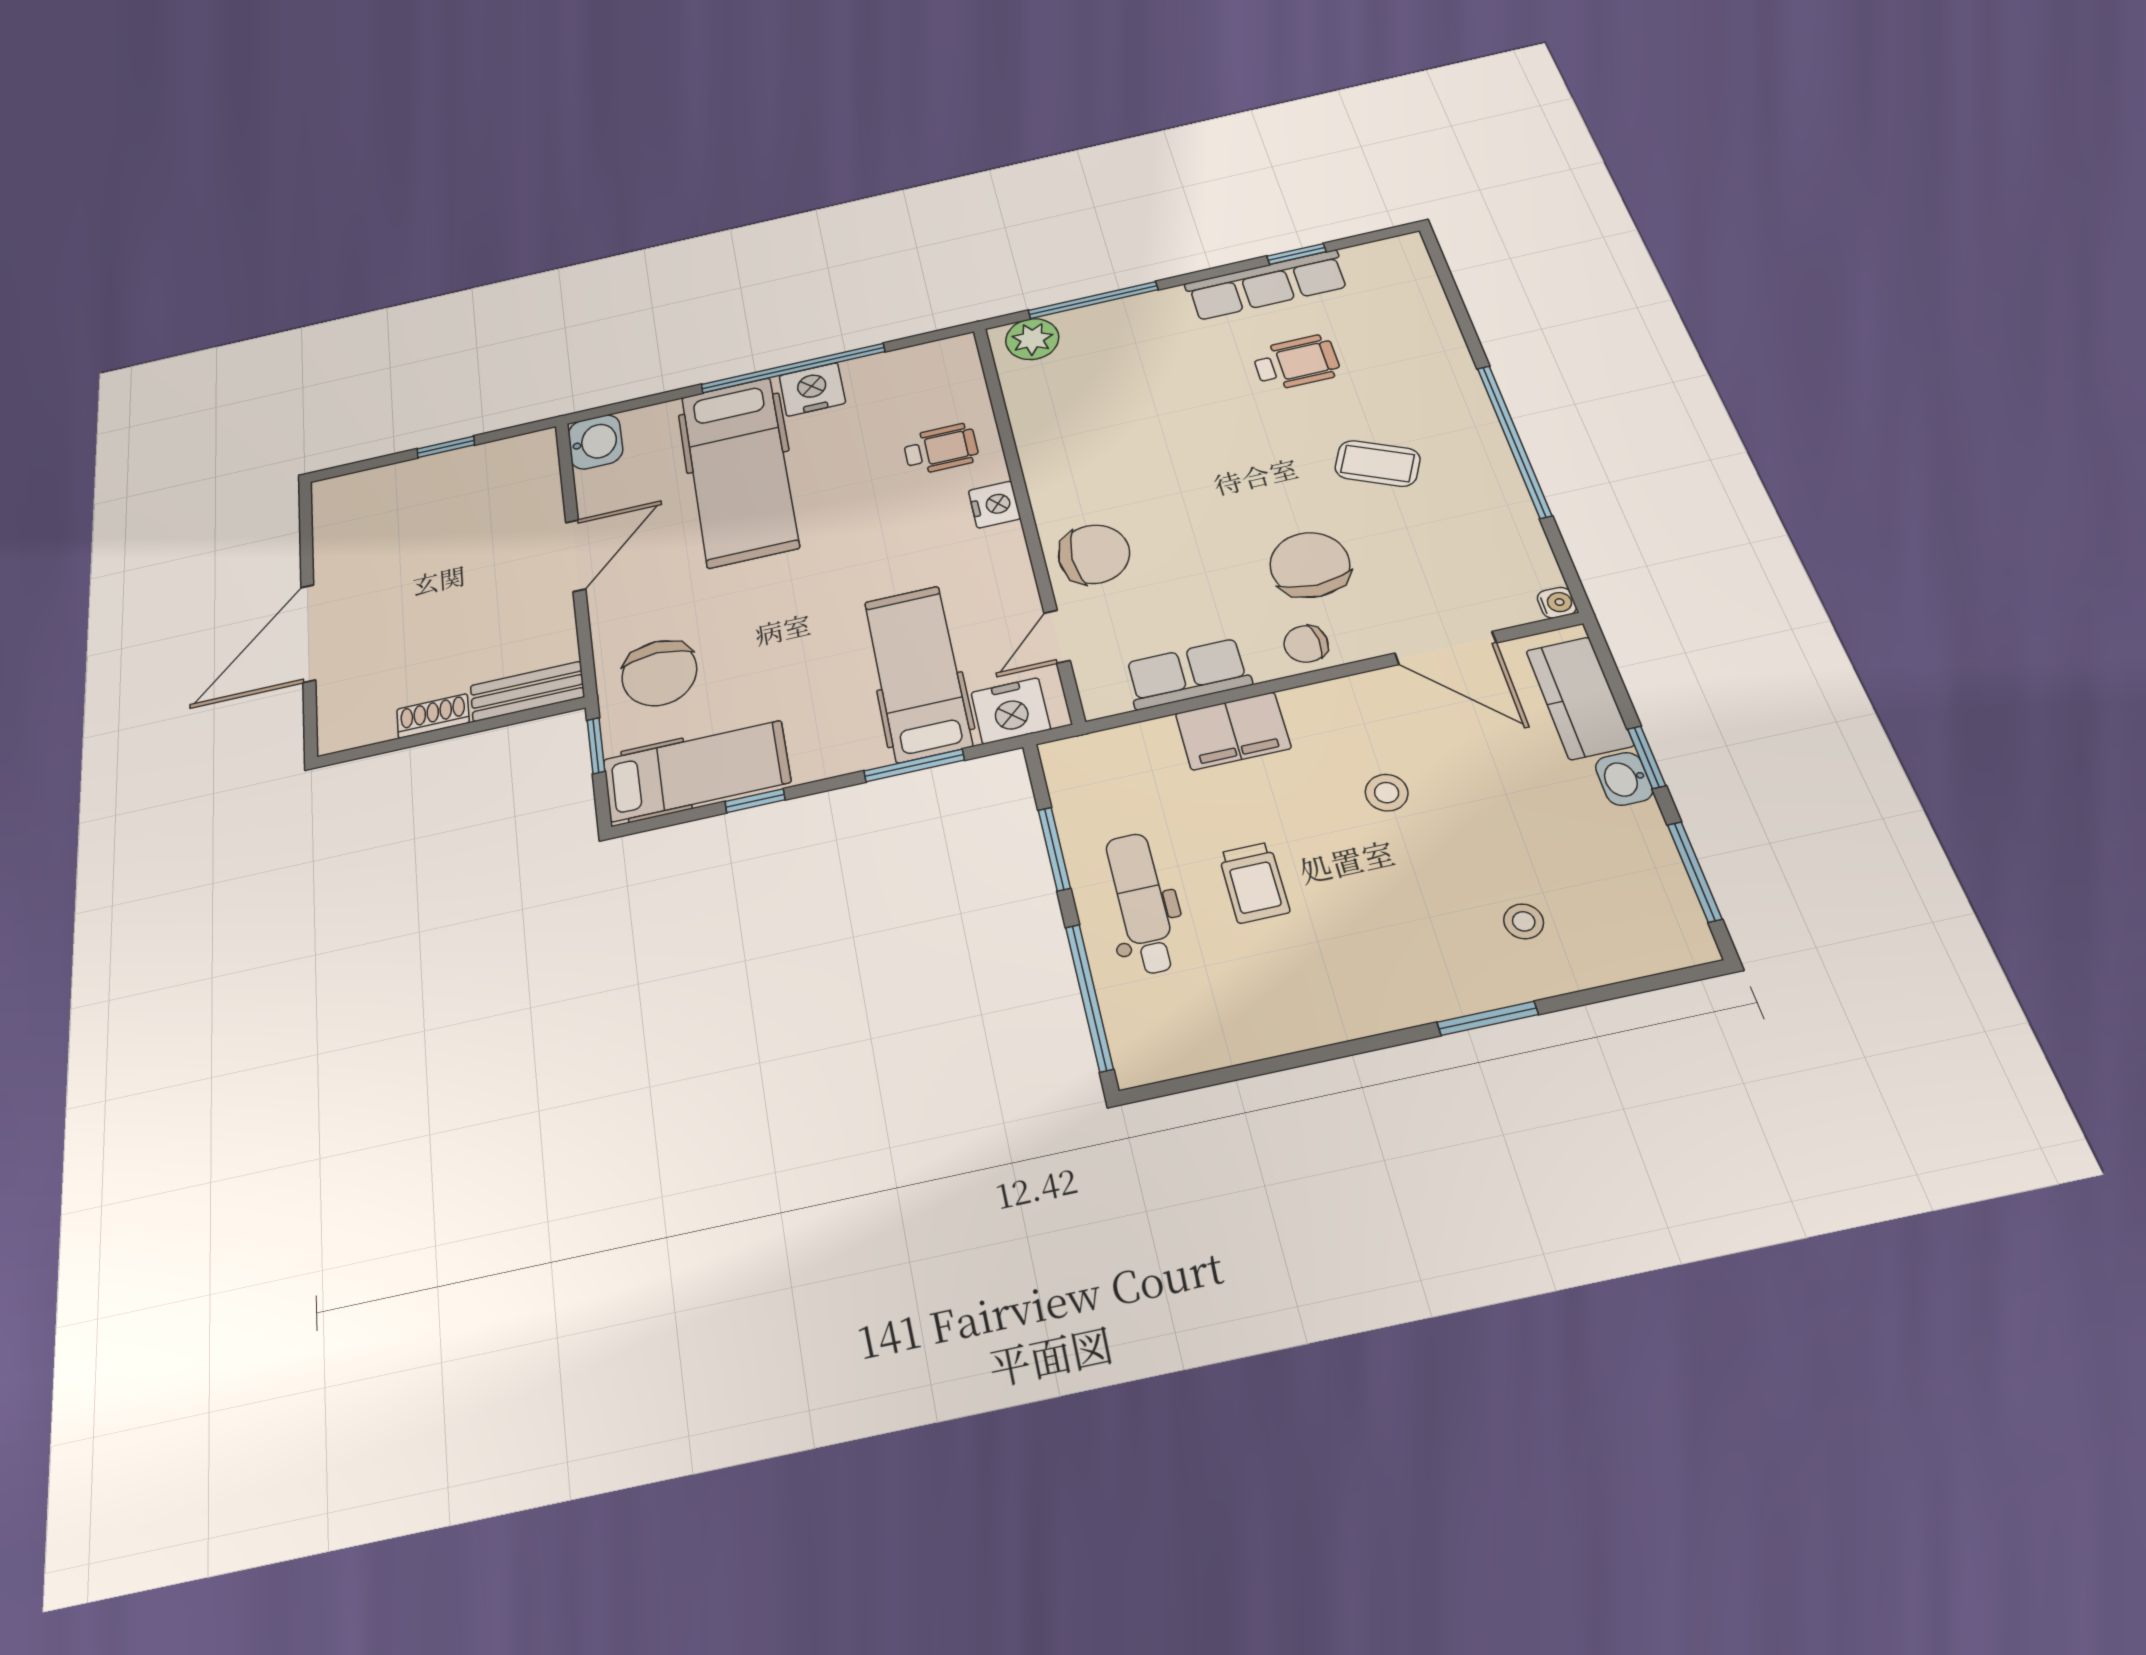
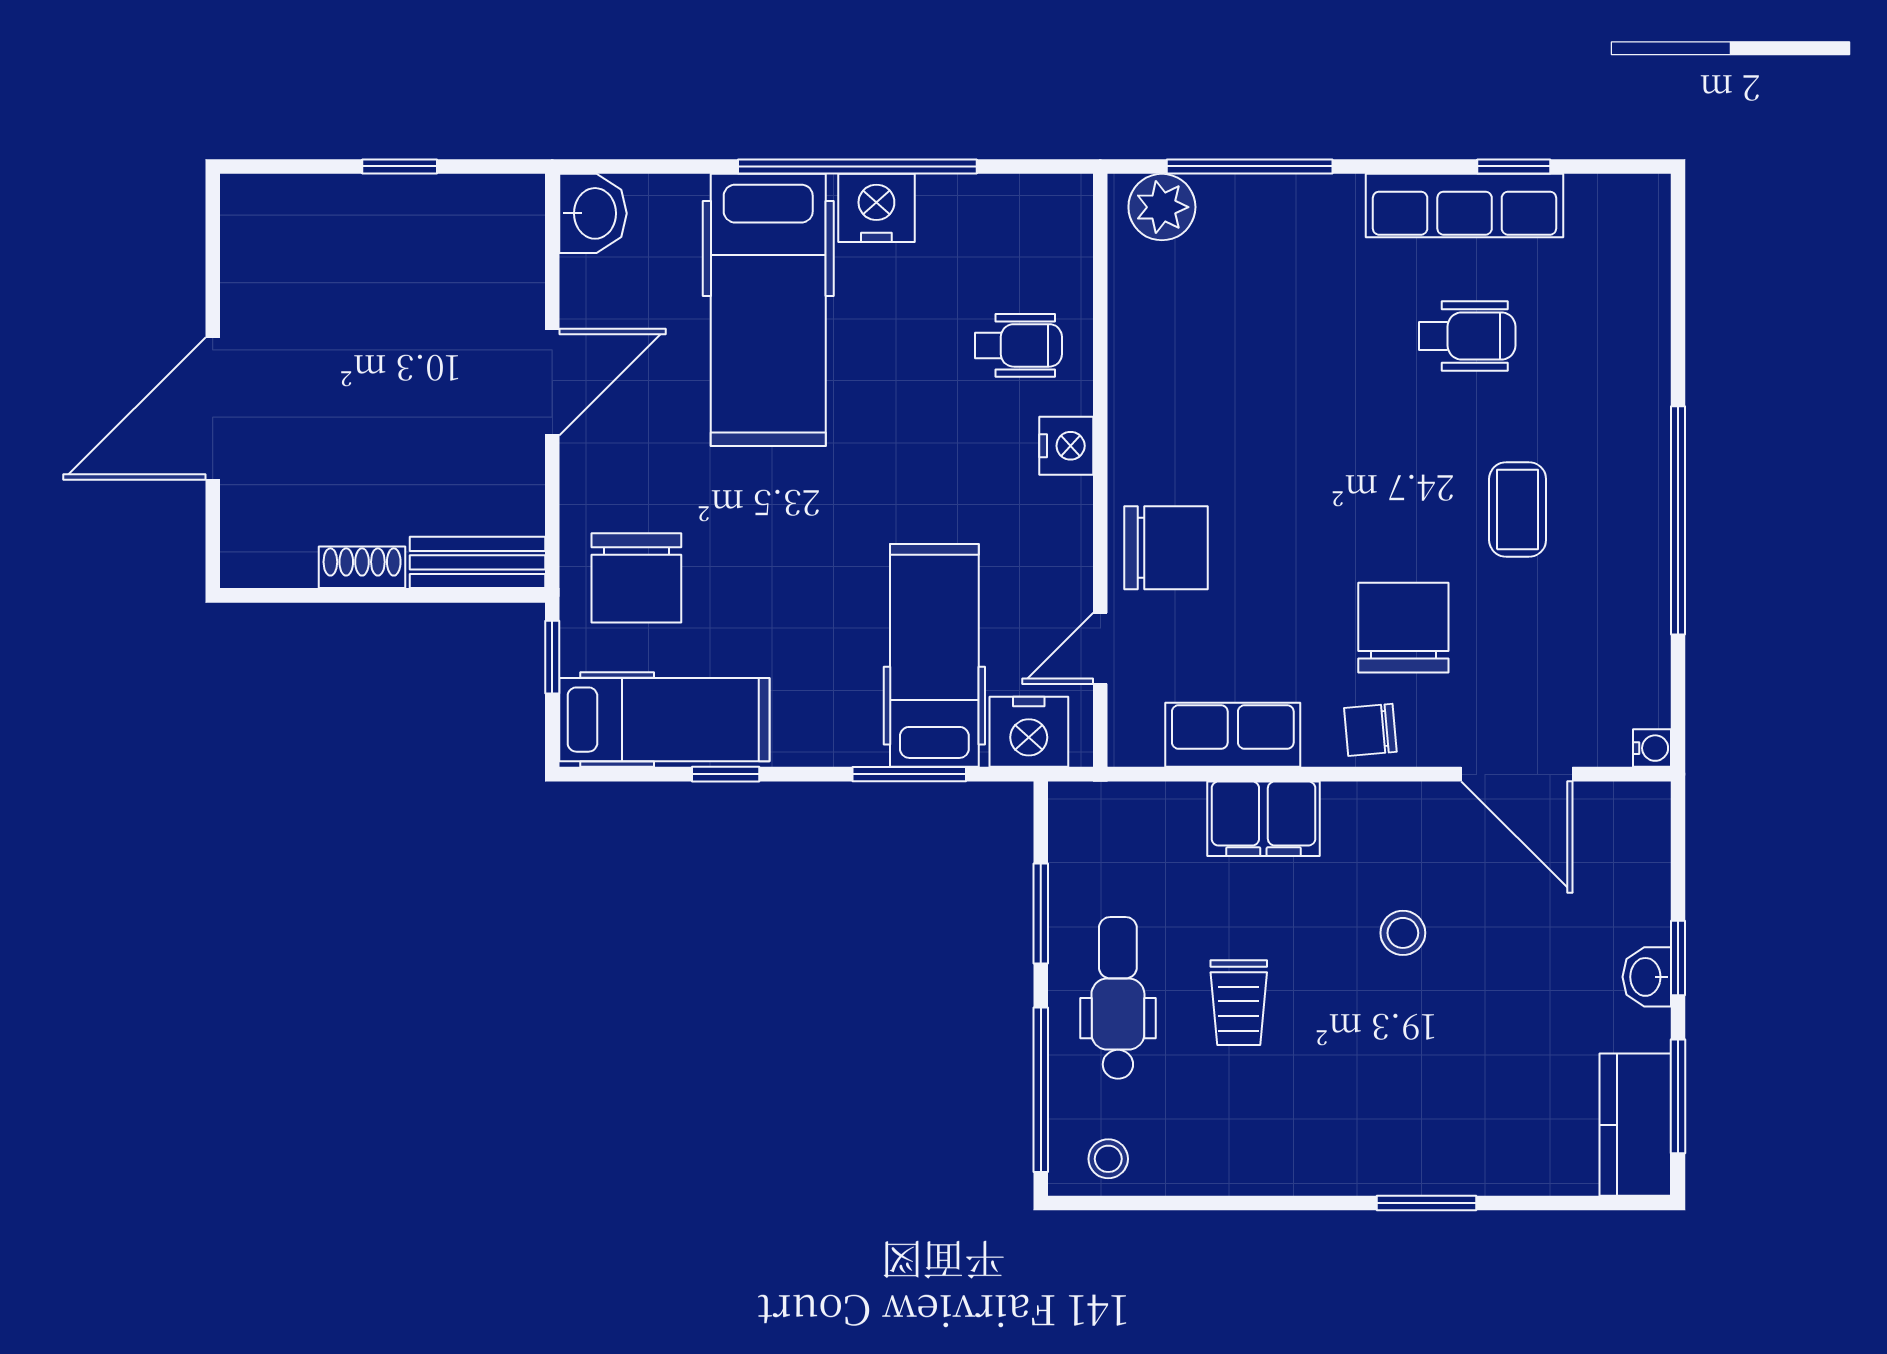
coffee table: (1378, 463) -> (1518, 510), turned 64
kitchen counter: (1579, 698) -> (1635, 1125), moved
stool: (1524, 921) -> (1108, 1159), moved

